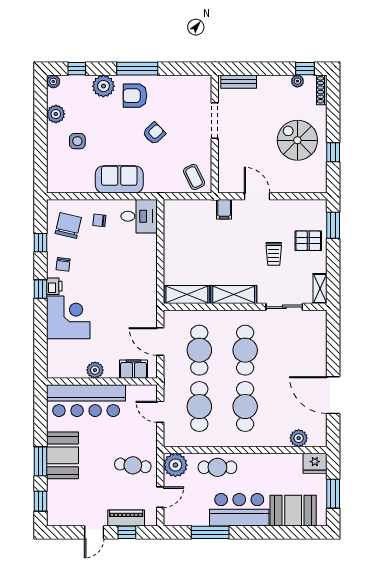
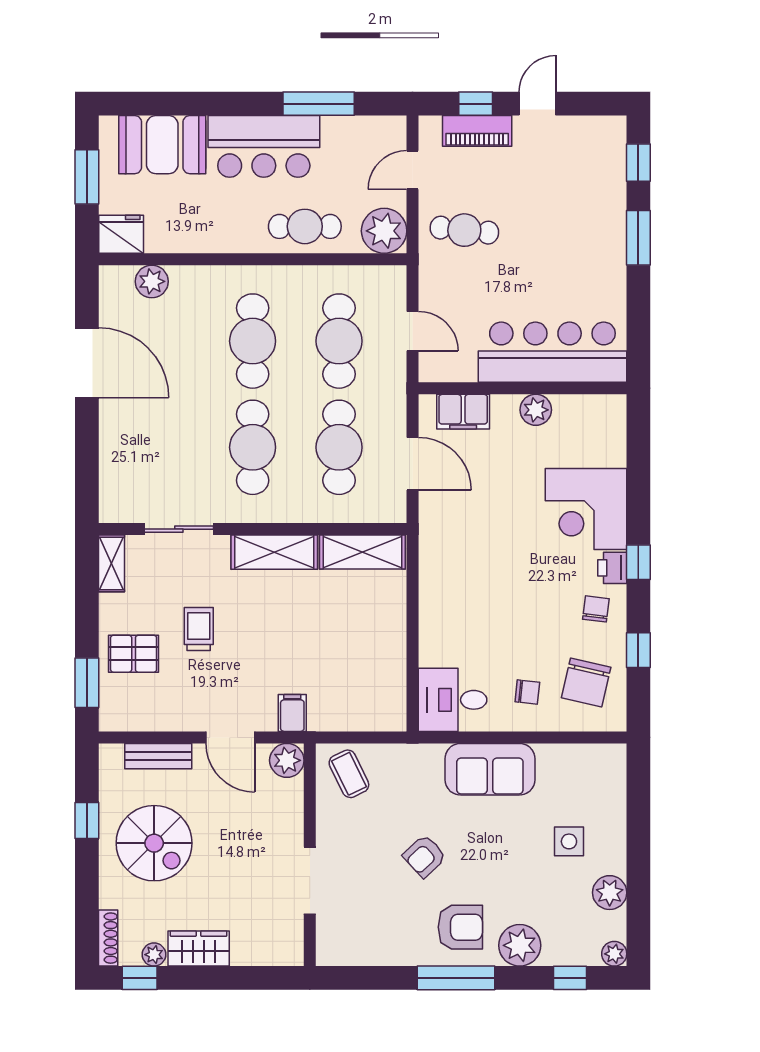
bench: (239, 82) -> (158, 756), moved
wardrobe: (274, 84) -> (199, 949), added
plant: (227, 184) -> (287, 760), added
booth: (63, 455) -> (597, 249), removed

